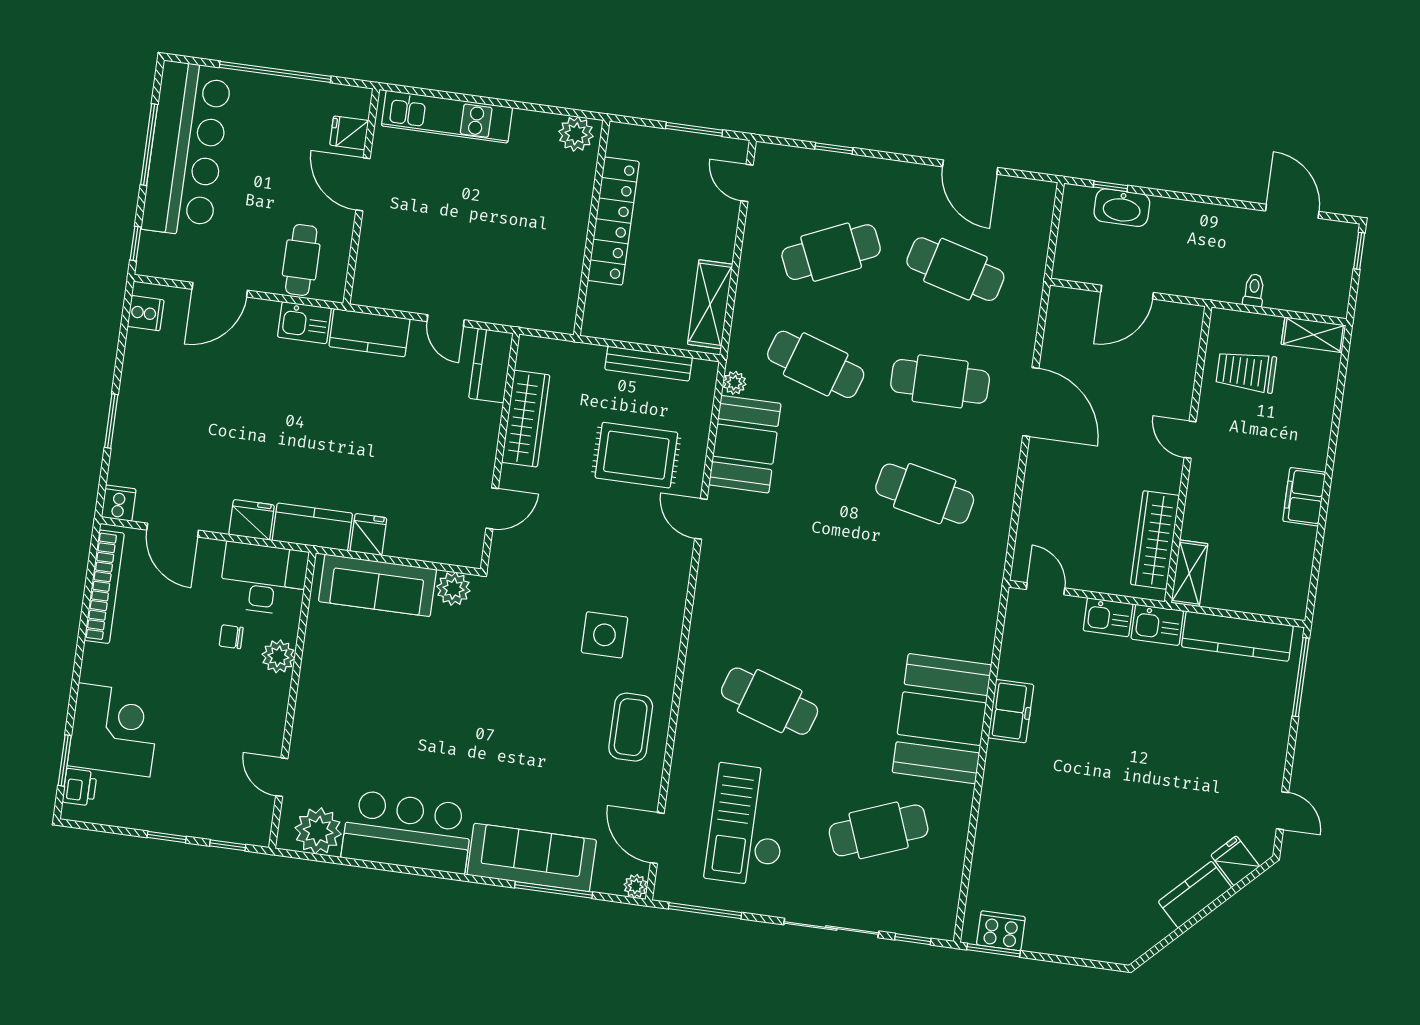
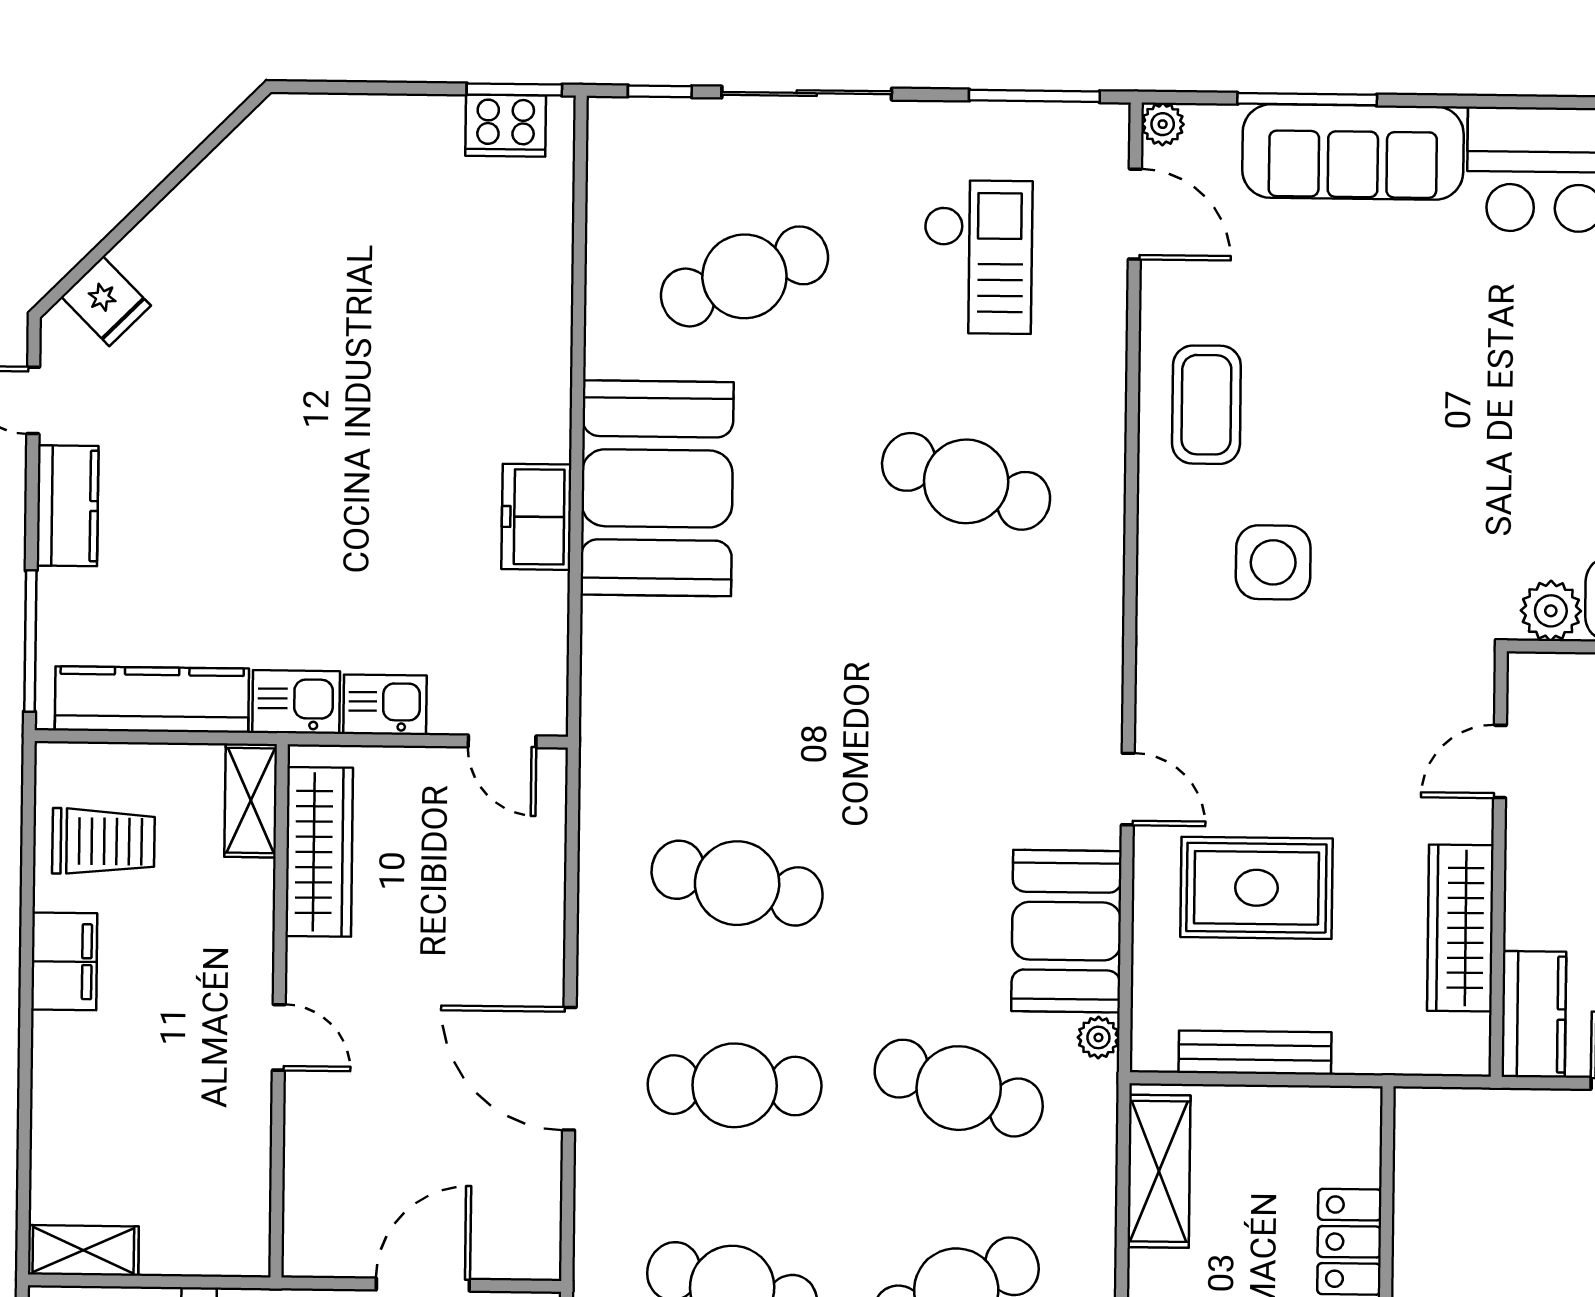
trolley: (1246, 372) -> (103, 841), moved
checkout: (748, 825) -> (978, 257), width x0.73, depth x0.83
kitchen counter: (1195, 895) -> (67, 506), moved, turned -45

